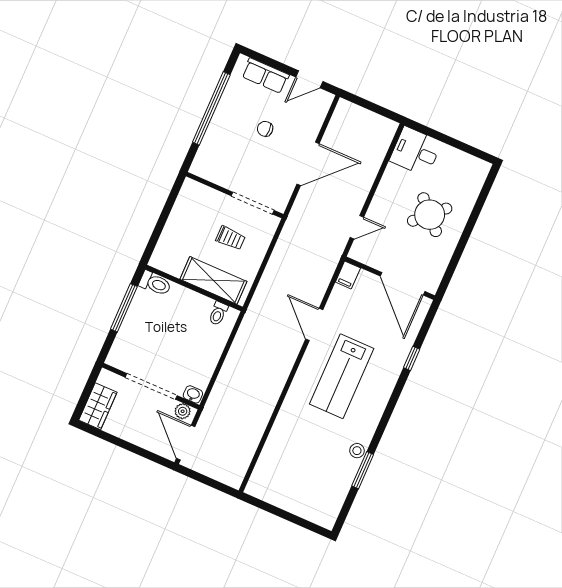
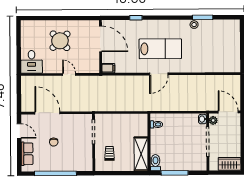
door: (308, 164) -> (47, 113), moved
door: (357, 227) -> (69, 74), moved
trolley: (231, 238) -> (110, 153), moved
shelving: (213, 280) -> (141, 154), moved
door: (403, 284) -> (101, 39), hinge flipped
door: (314, 324) -> (159, 74), moved
door: (186, 443) -> (228, 112), swing flipped

